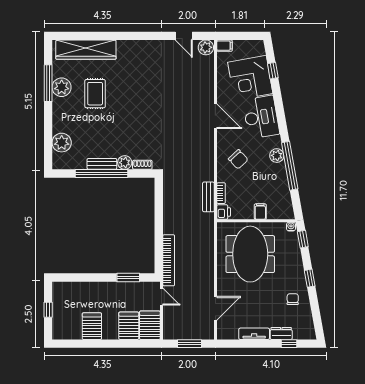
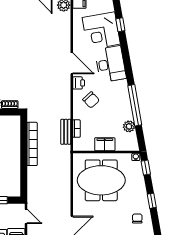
plant: (277, 156) -> (129, 126), moved
printer: (224, 212) -> (79, 83), moved
filing cabinet: (260, 212) -> (105, 144), width x2.00
meeting table: (250, 254) -> (101, 180), turned 90
bookcase: (169, 260) -> (32, 144), moved

